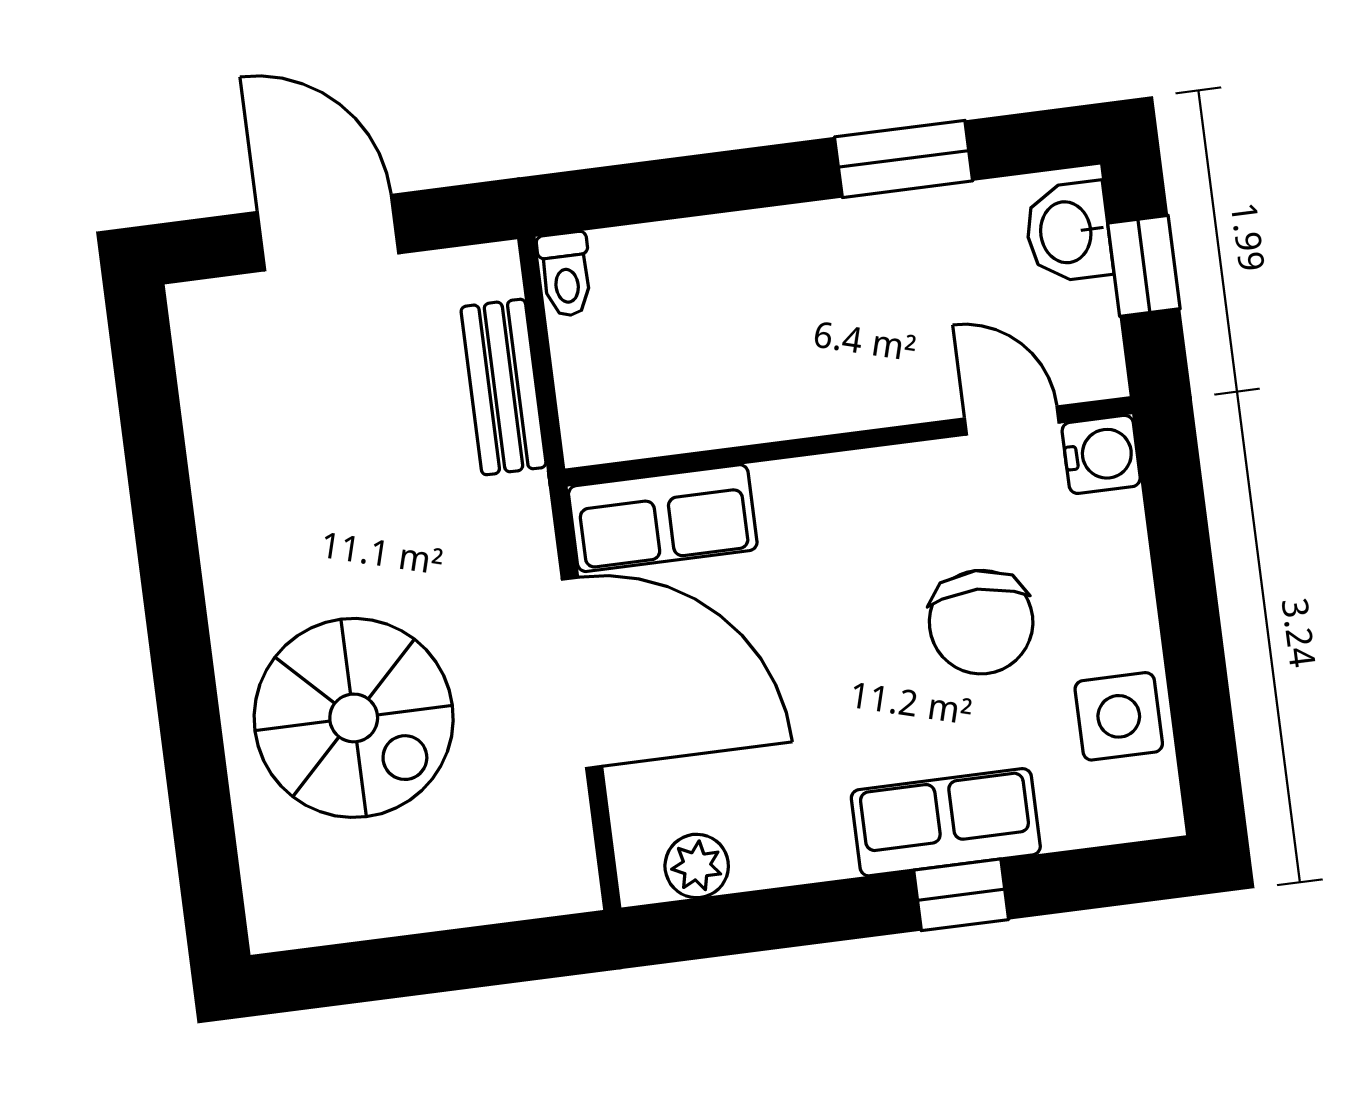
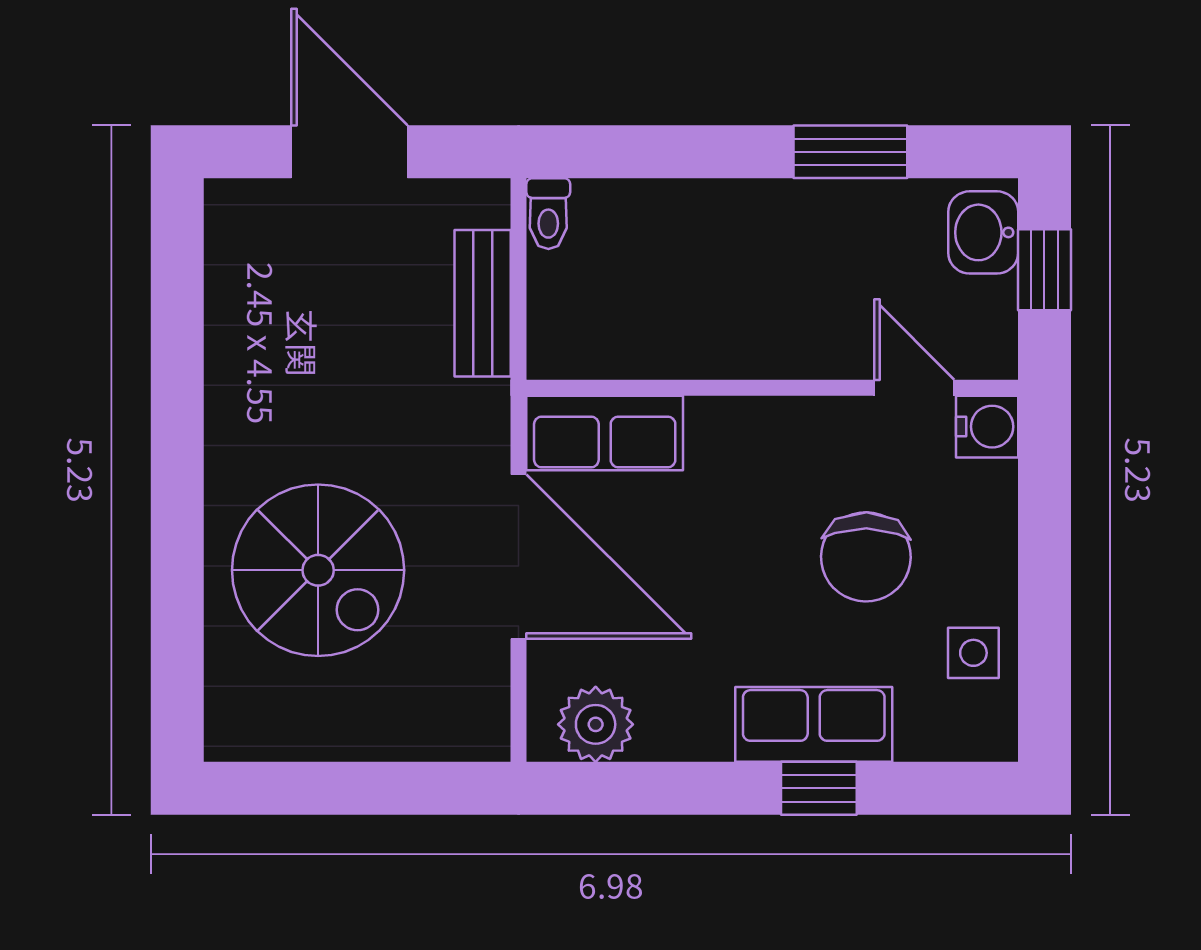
side table: (1119, 716) -> (973, 653), width x0.73, depth x0.73
plant: (697, 866) -> (596, 724), width x1.38, depth x1.38

